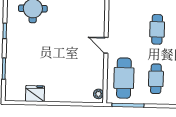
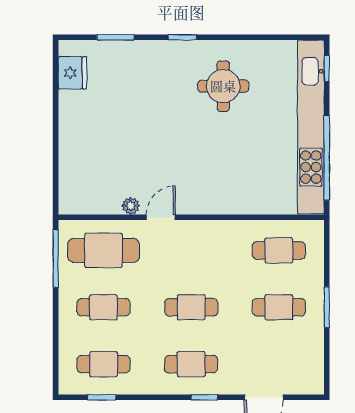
fridge: (35, 94) -> (72, 73), moved
plant: (98, 94) -> (131, 206), moved

